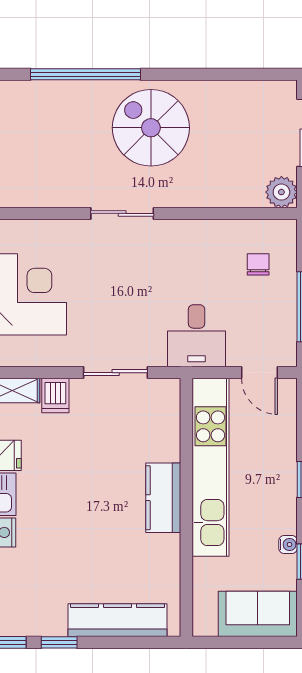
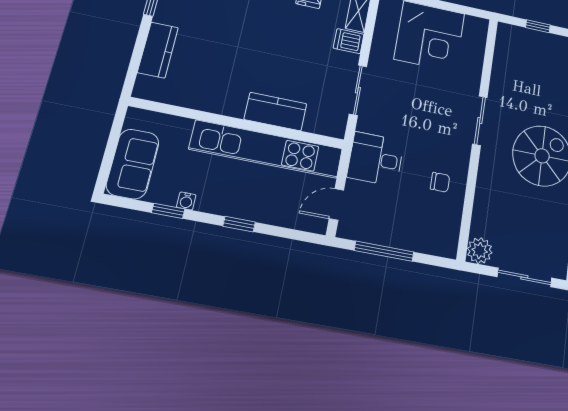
chair: (258, 264) -> (440, 182), moved
kitchen counter: (163, 498) -> (276, 112), moved
kitchen counter: (117, 620) -> (158, 50), width x0.67

